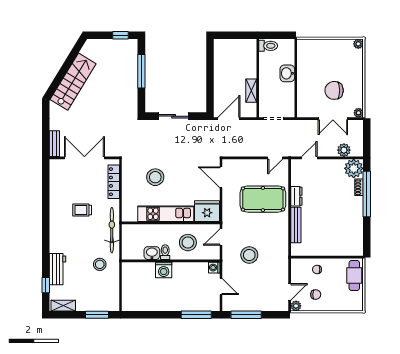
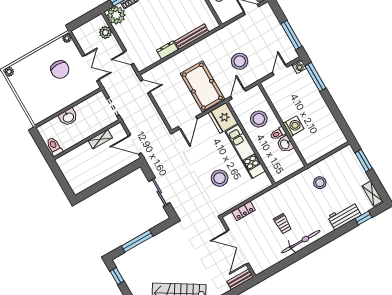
double door: (333, 119) -> (91, 68), moved
locker: (114, 182) -> (244, 211), width x0.66
pool table: (263, 199) -> (202, 86), moved
bicycle: (112, 230) -> (301, 242), moved, turned 180
door: (221, 237) -> (238, 94), swing flipped
washing machine: (214, 268) -> (299, 66), moved

